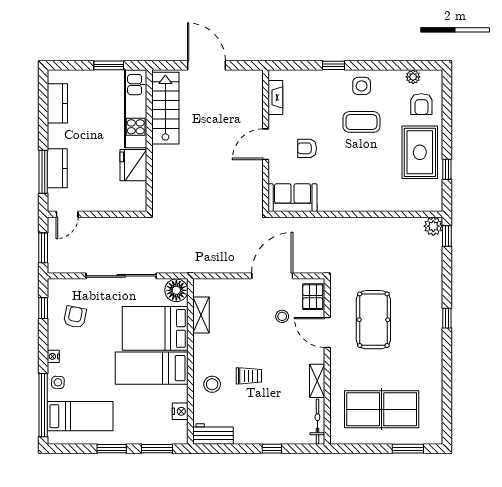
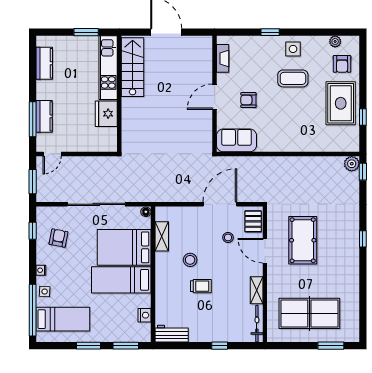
floor lamp: (176, 290) -> (146, 212), width x0.53, depth x0.53
stool: (212, 384) -> (190, 260), moved

